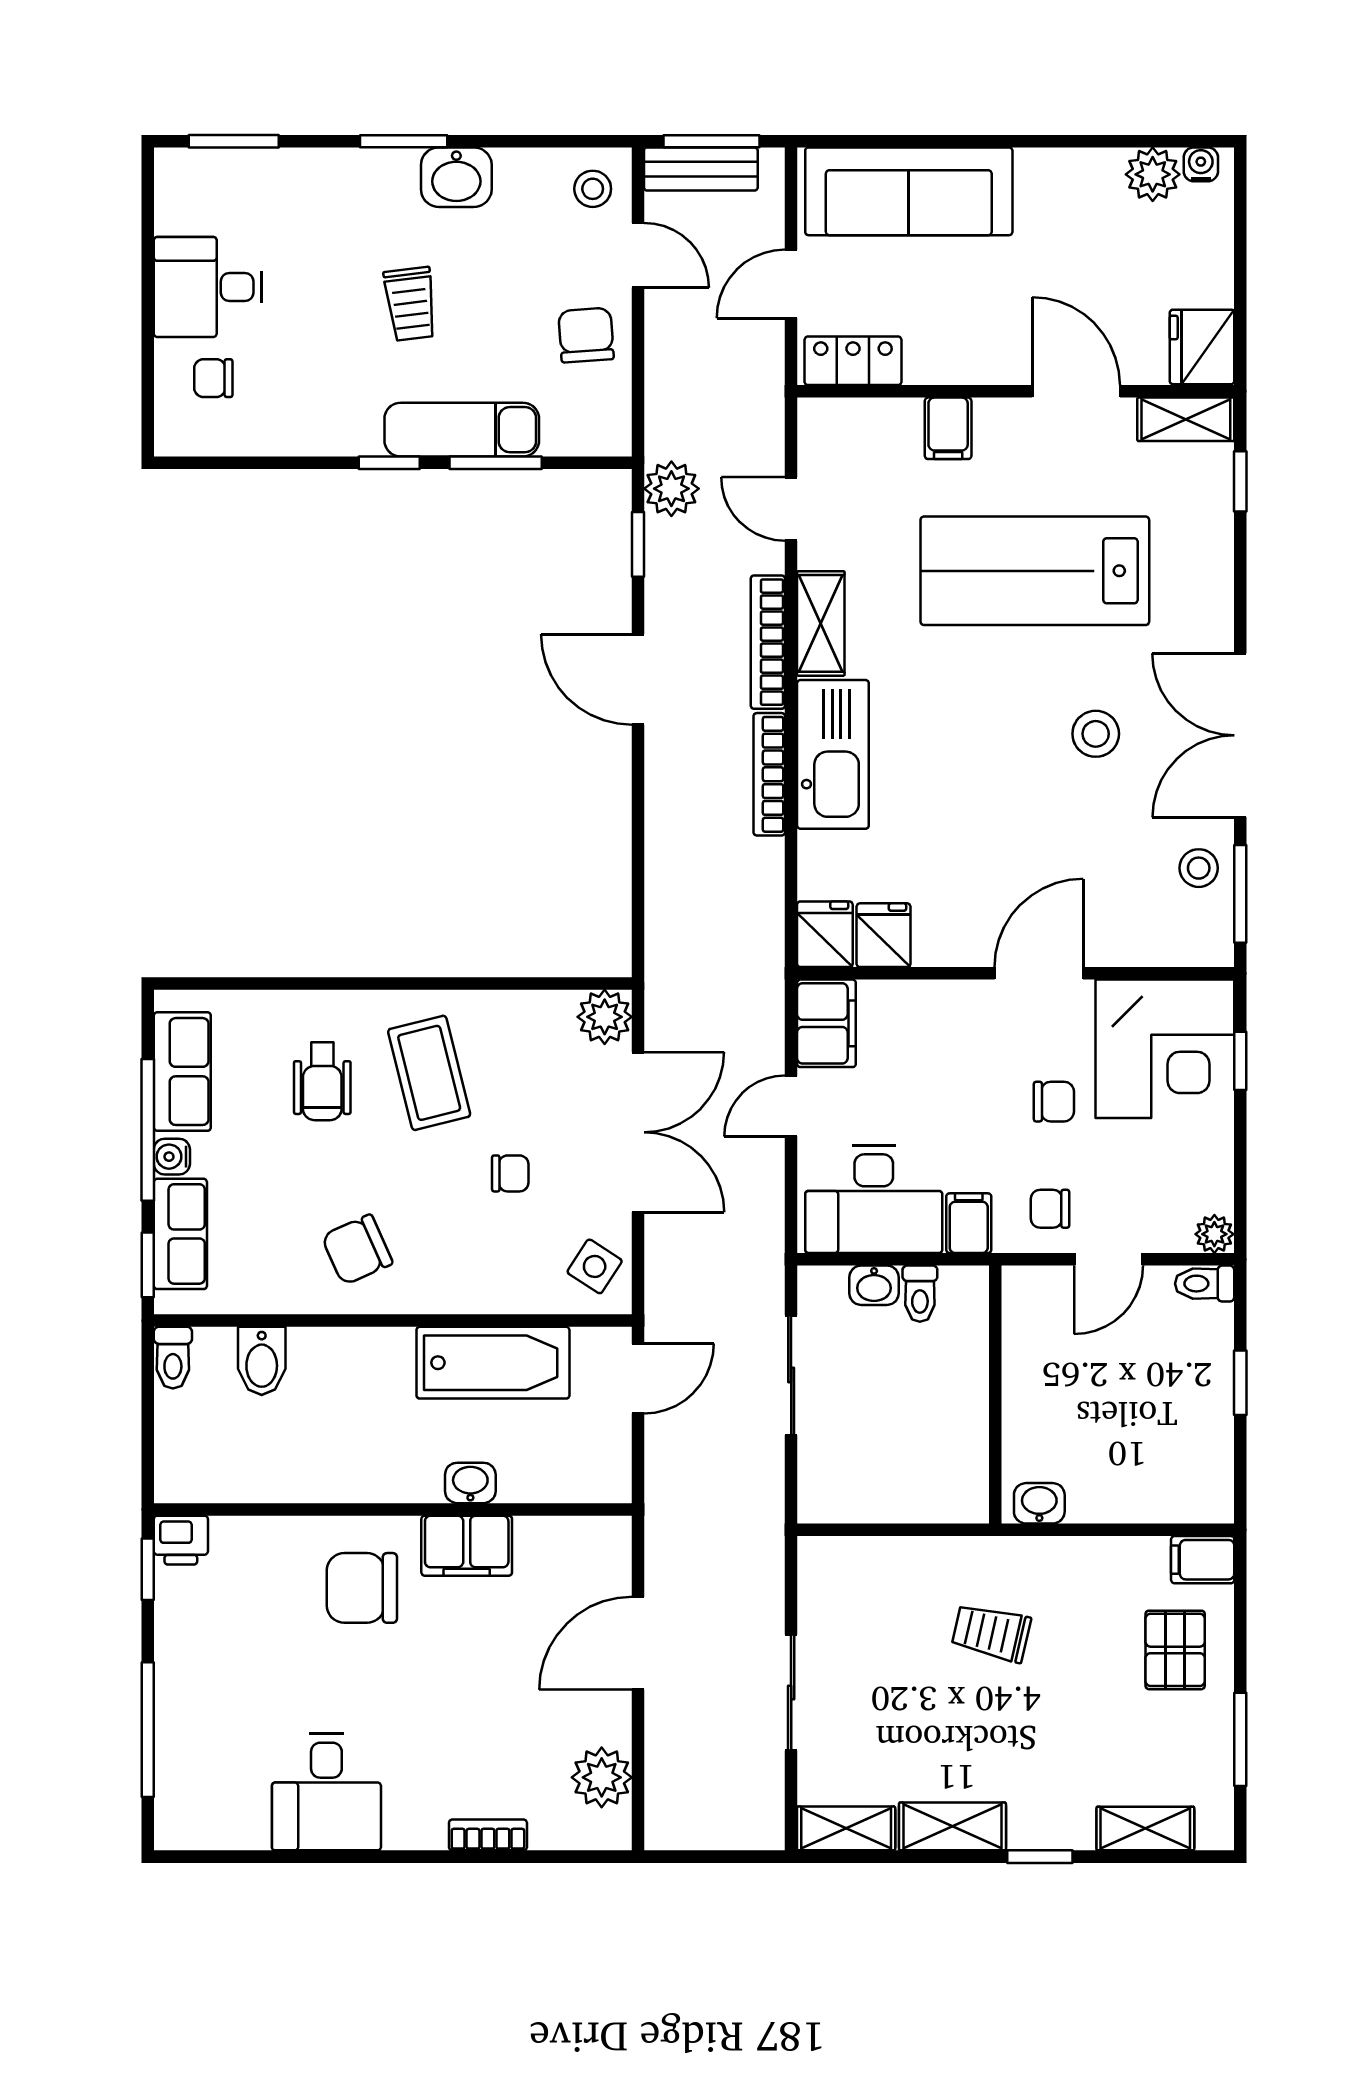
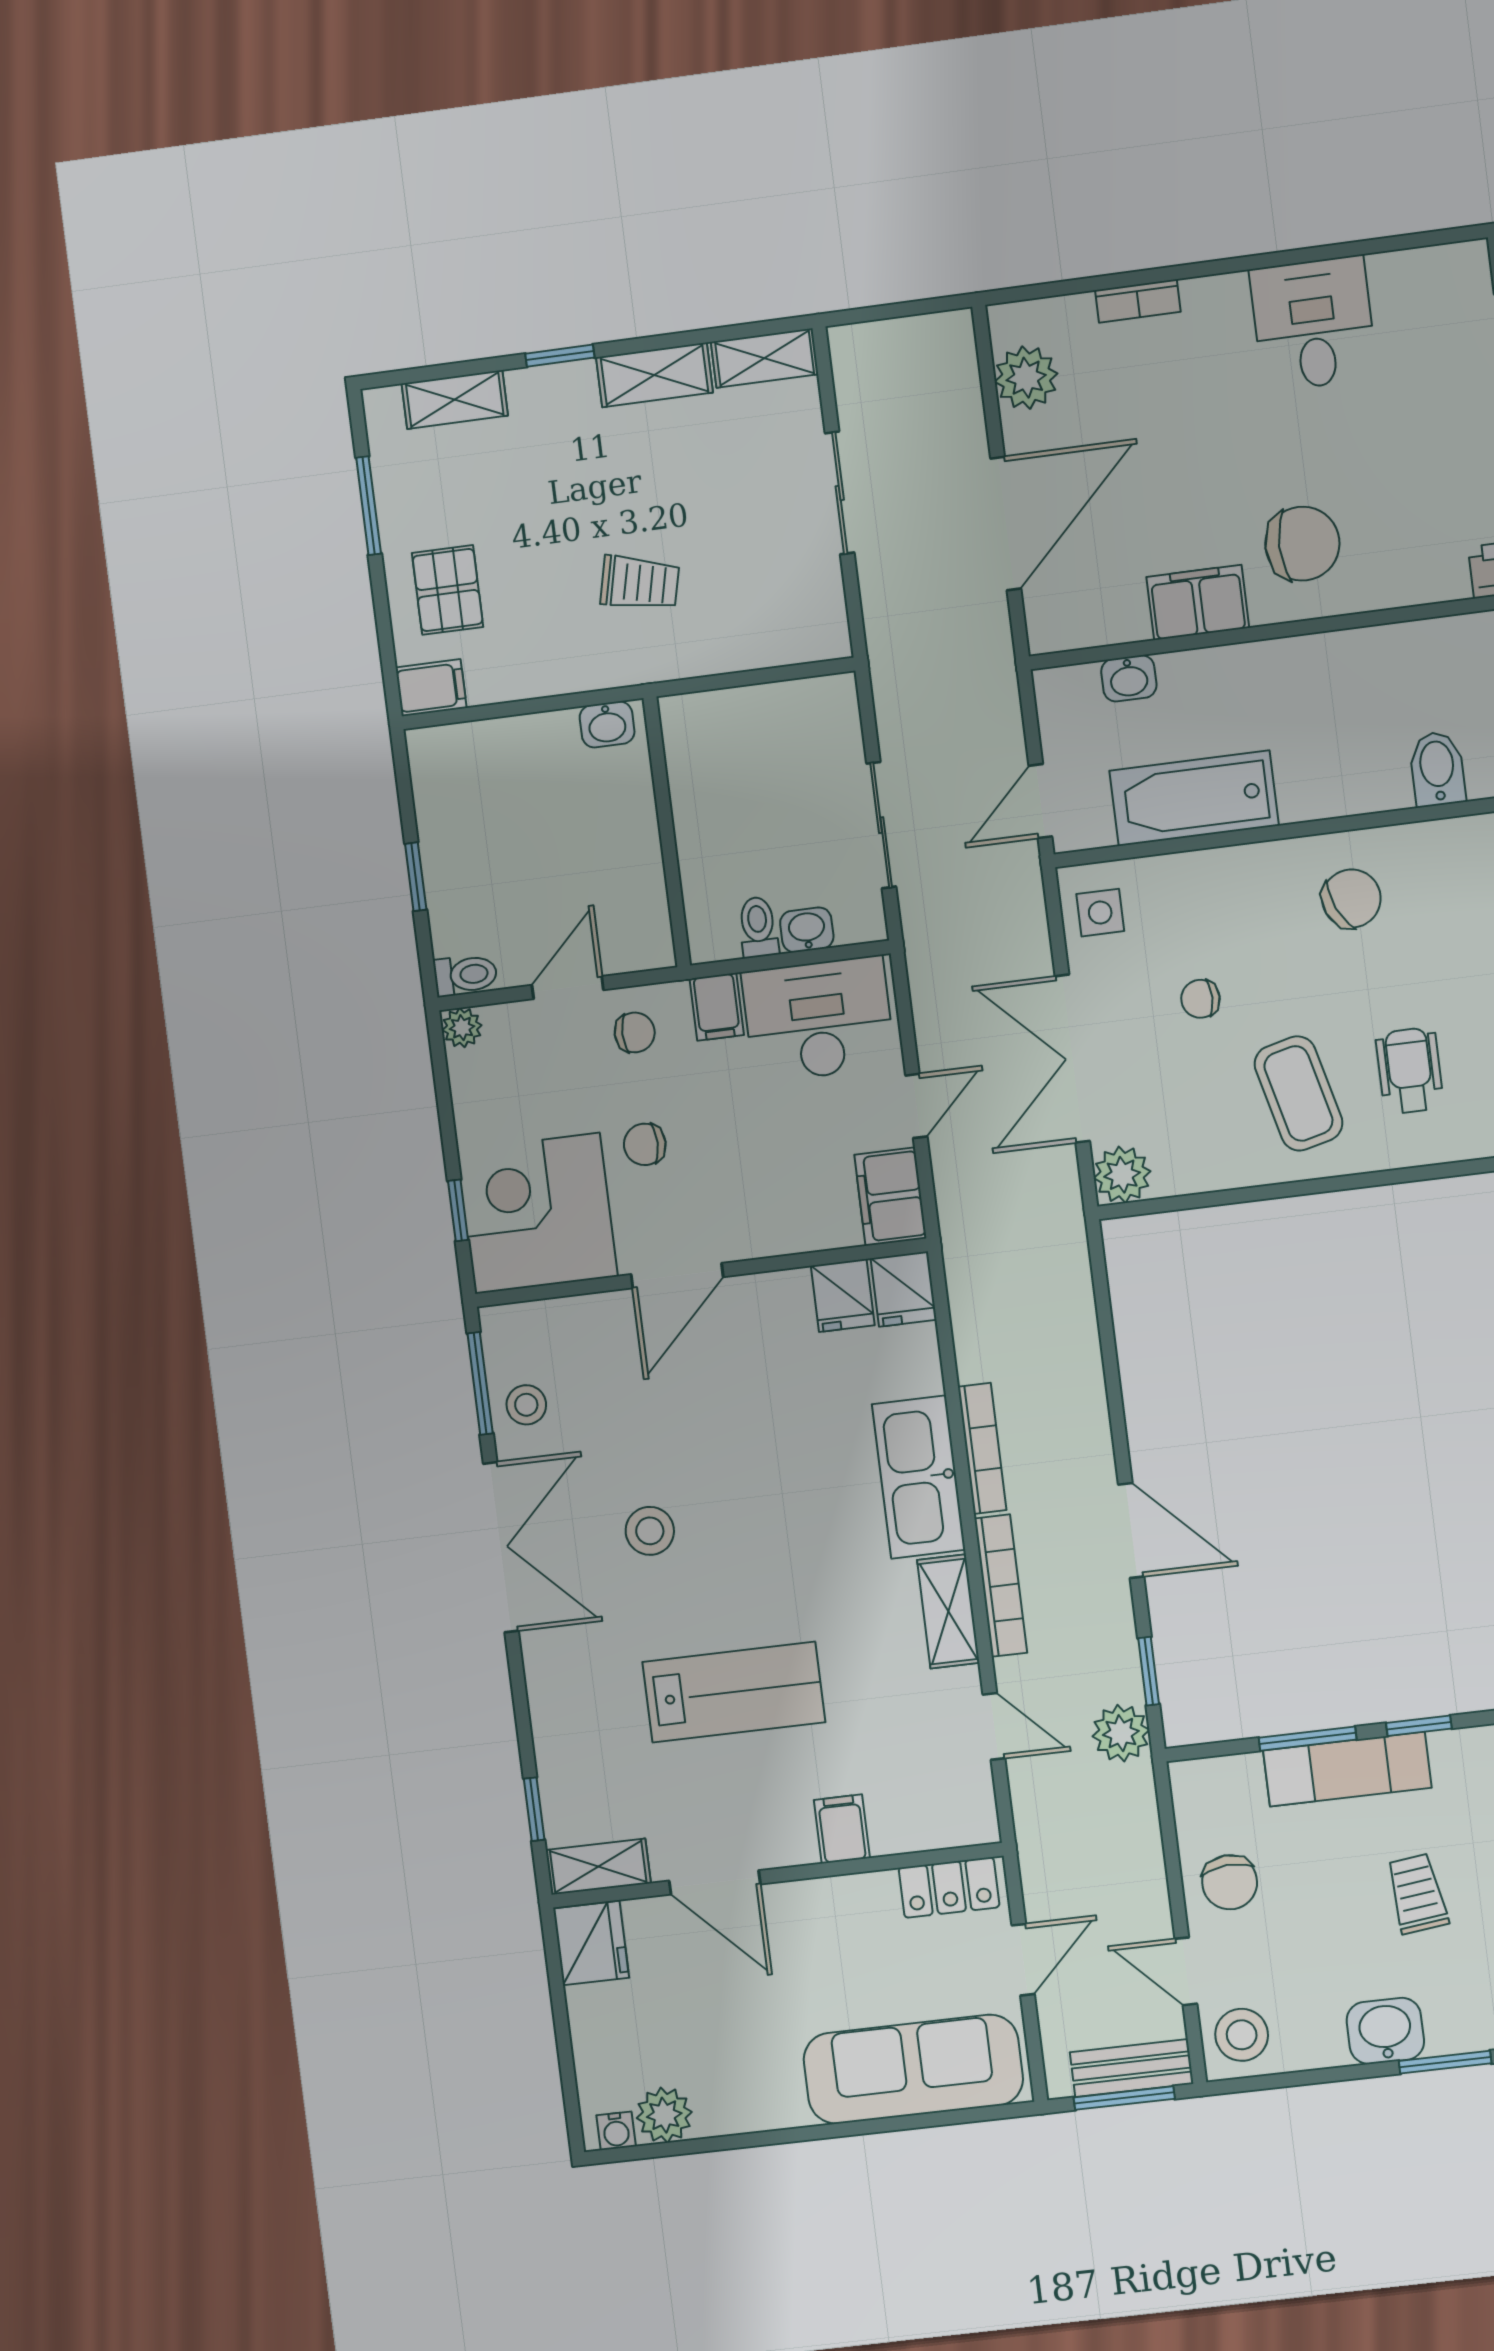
stool: (593, 189) -> (1242, 2035), width x1.37, depth x1.37
lab bench: (1035, 571) -> (734, 1692), width x0.73, depth x0.72
side table: (595, 1266) -> (1100, 913), turned -33
washbasin: (470, 1483) -> (1129, 678), moved
door: (638, 1643) -> (1006, 523), width x1.36

